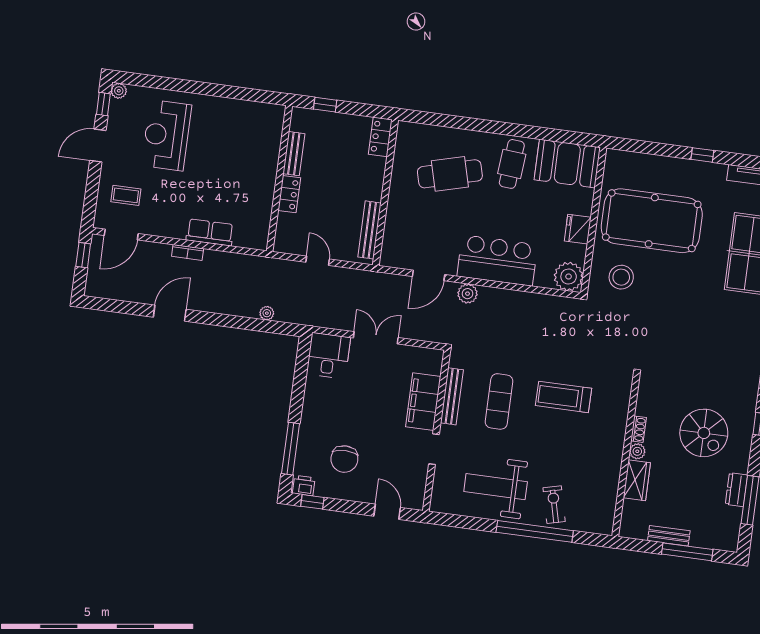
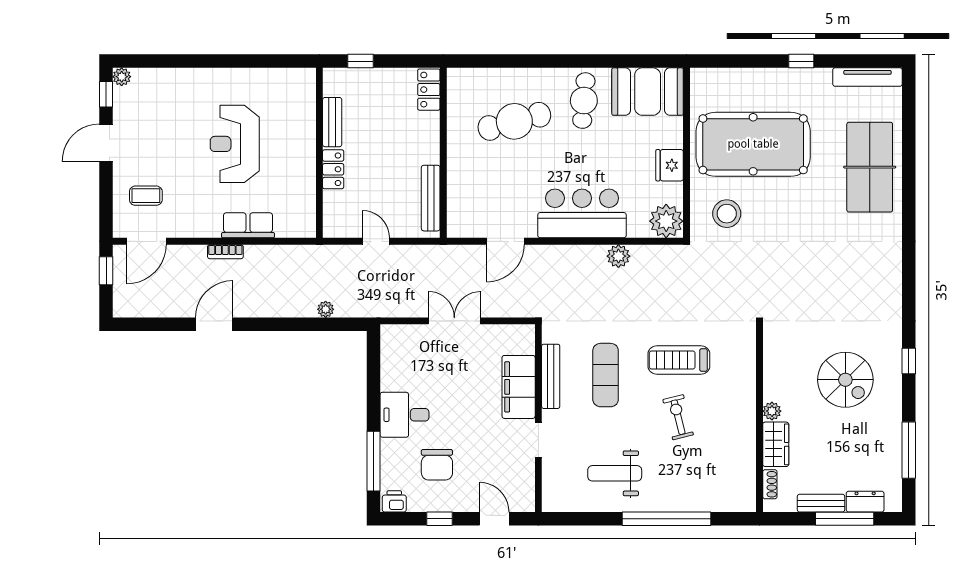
reception desk: (167, 135) -> (235, 144), moved
plant: (468, 294) -> (618, 256), moved
desk: (328, 356) -> (405, 415), moved, turned -90
shoe rack: (639, 429) -> (770, 484), moved
weight bench: (496, 487) -> (615, 473), width x0.73, depth x0.75
dresser: (736, 490) -> (865, 502), moved, turned 90
window: (312, 502) -> (440, 519), moved
exercise bike: (554, 505) -> (678, 417), moved

